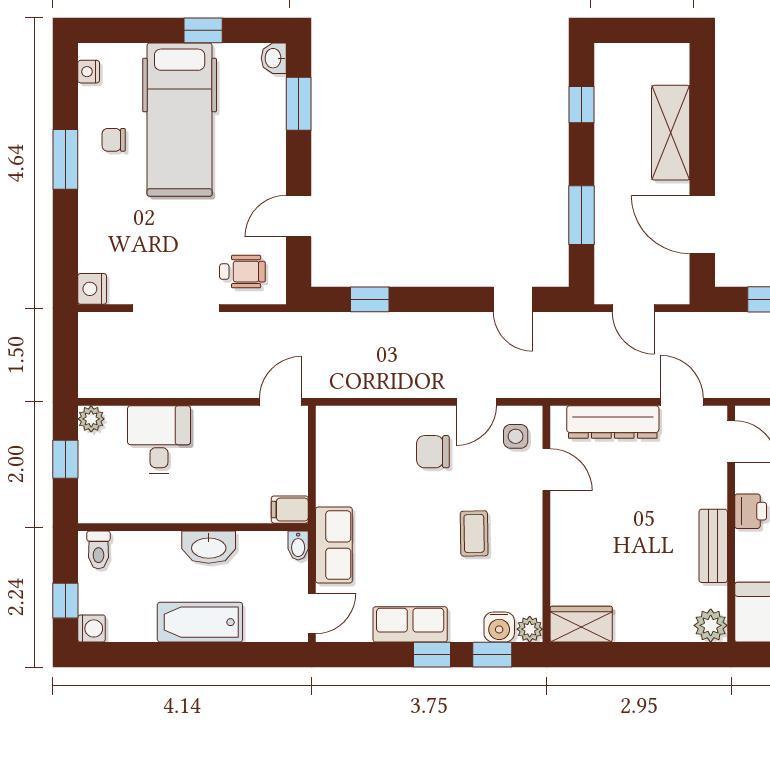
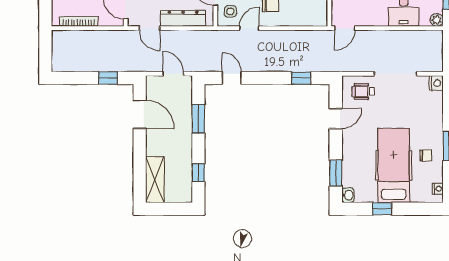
shelving: (671, 133) -> (155, 180), moved

